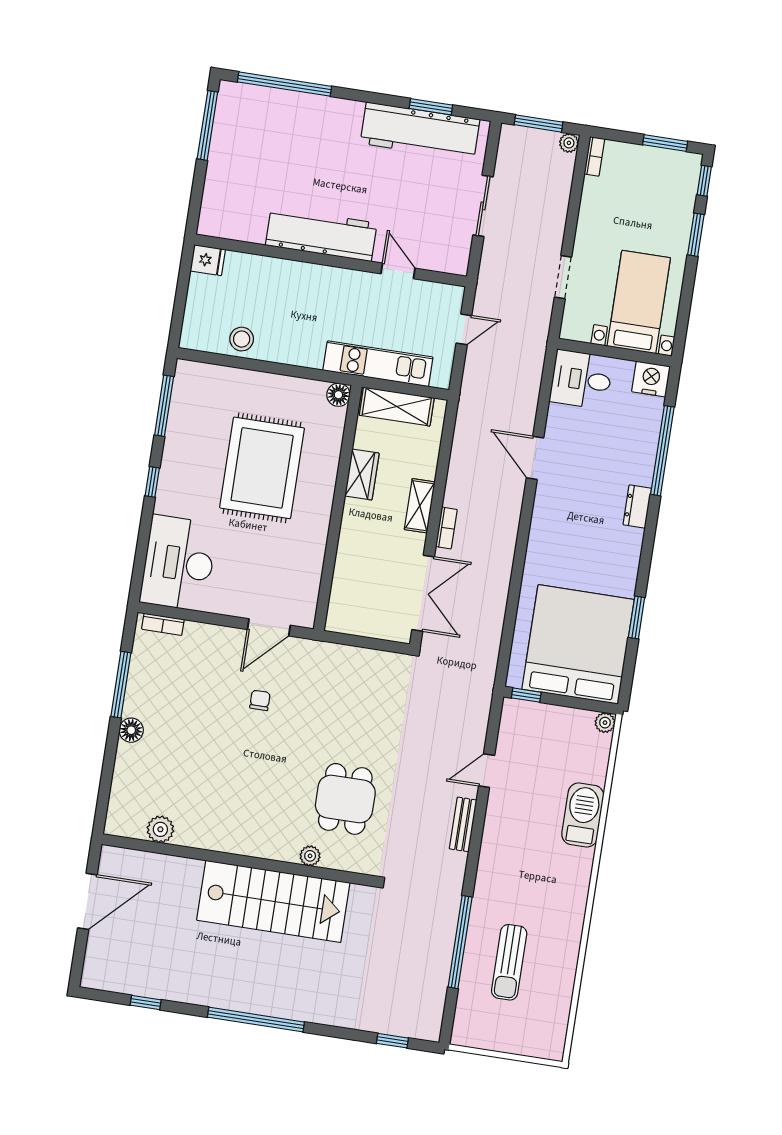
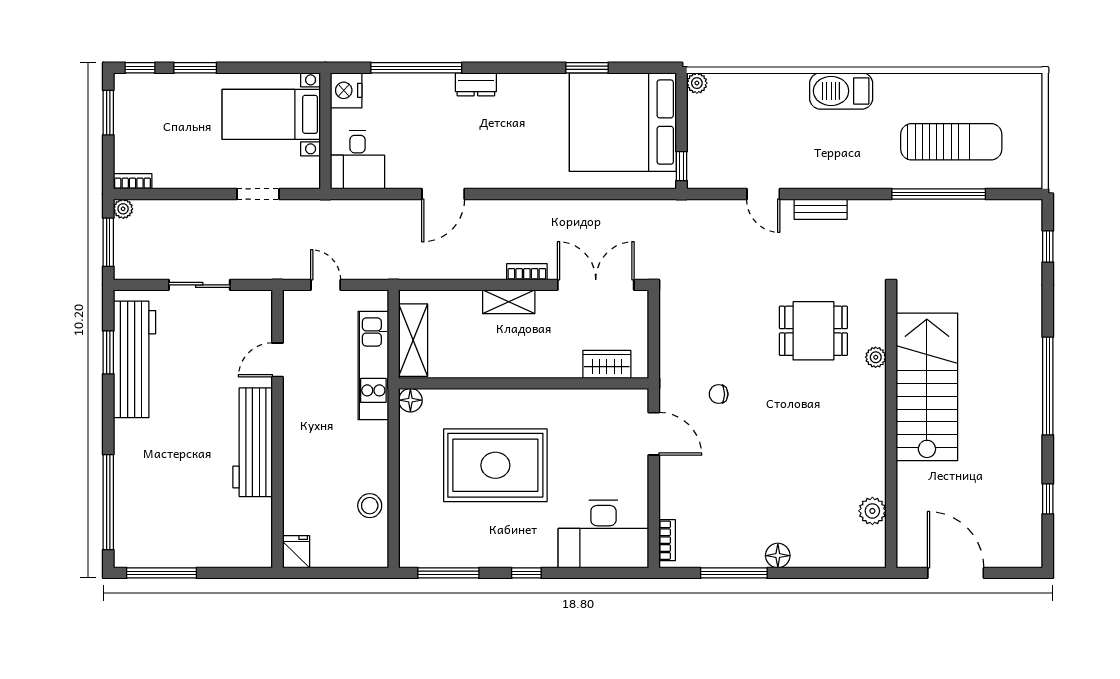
wardrobe: (362, 474) -> (607, 364), moved
chair: (260, 700) -> (719, 394), moved
barbecue: (583, 815) -> (841, 91), moved
sun lounger: (509, 962) -> (951, 142), width x1.36, depth x1.34

